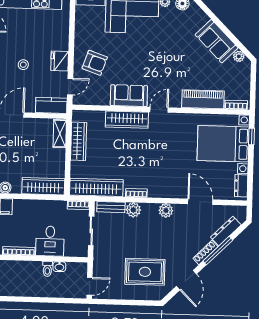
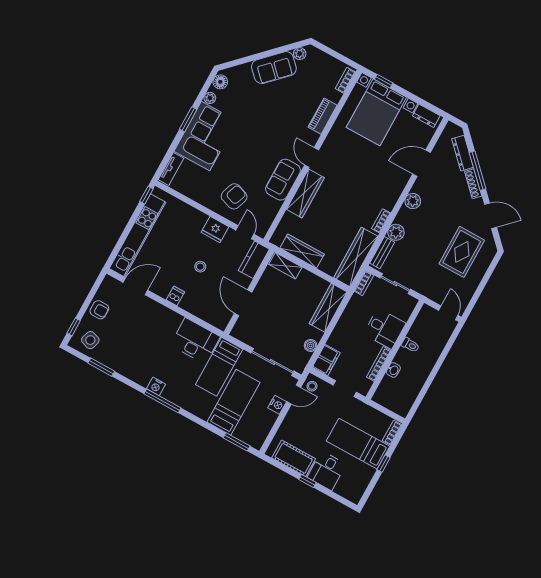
piano: (203, 99) -> (323, 116), width x0.73, depth x0.75
washbasin: (59, 267) -> (393, 370), moved

